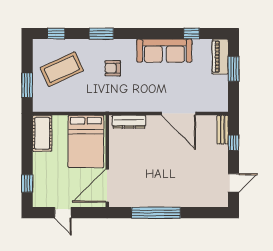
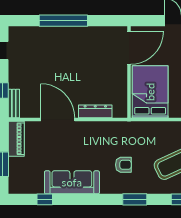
piano: (220, 57) -> (16, 139), moved
dresser: (129, 122) -> (95, 111), moved
window: (156, 213) -> (63, 21), moved

